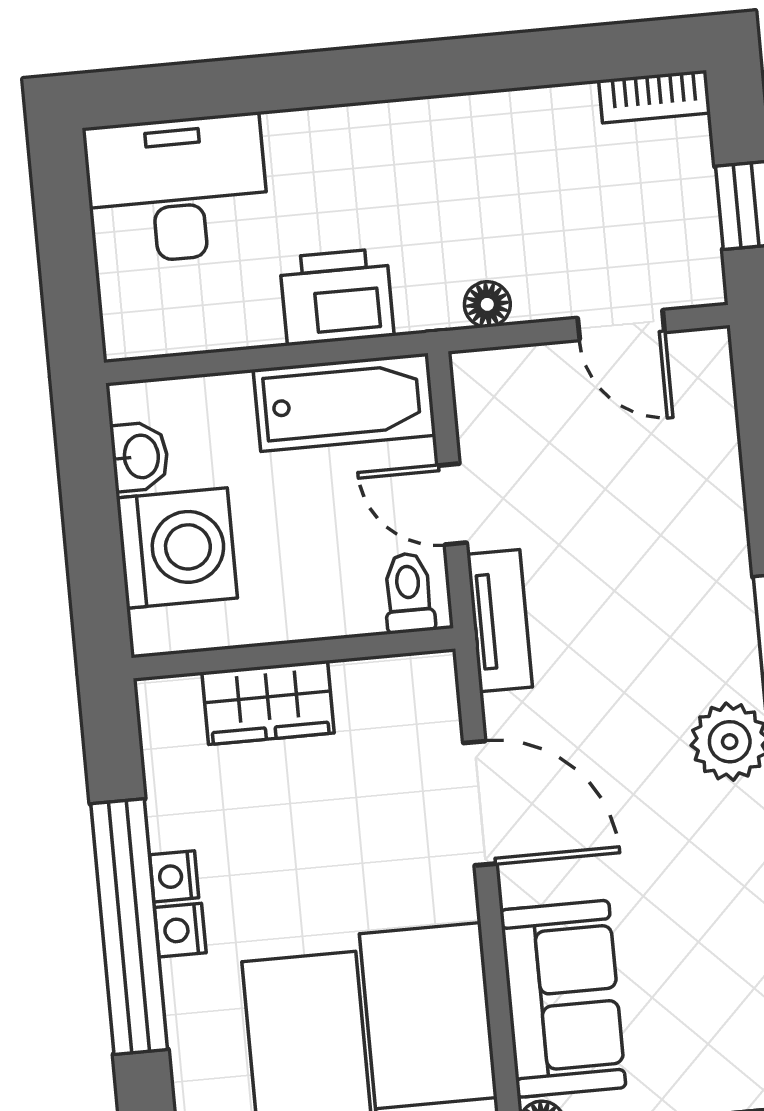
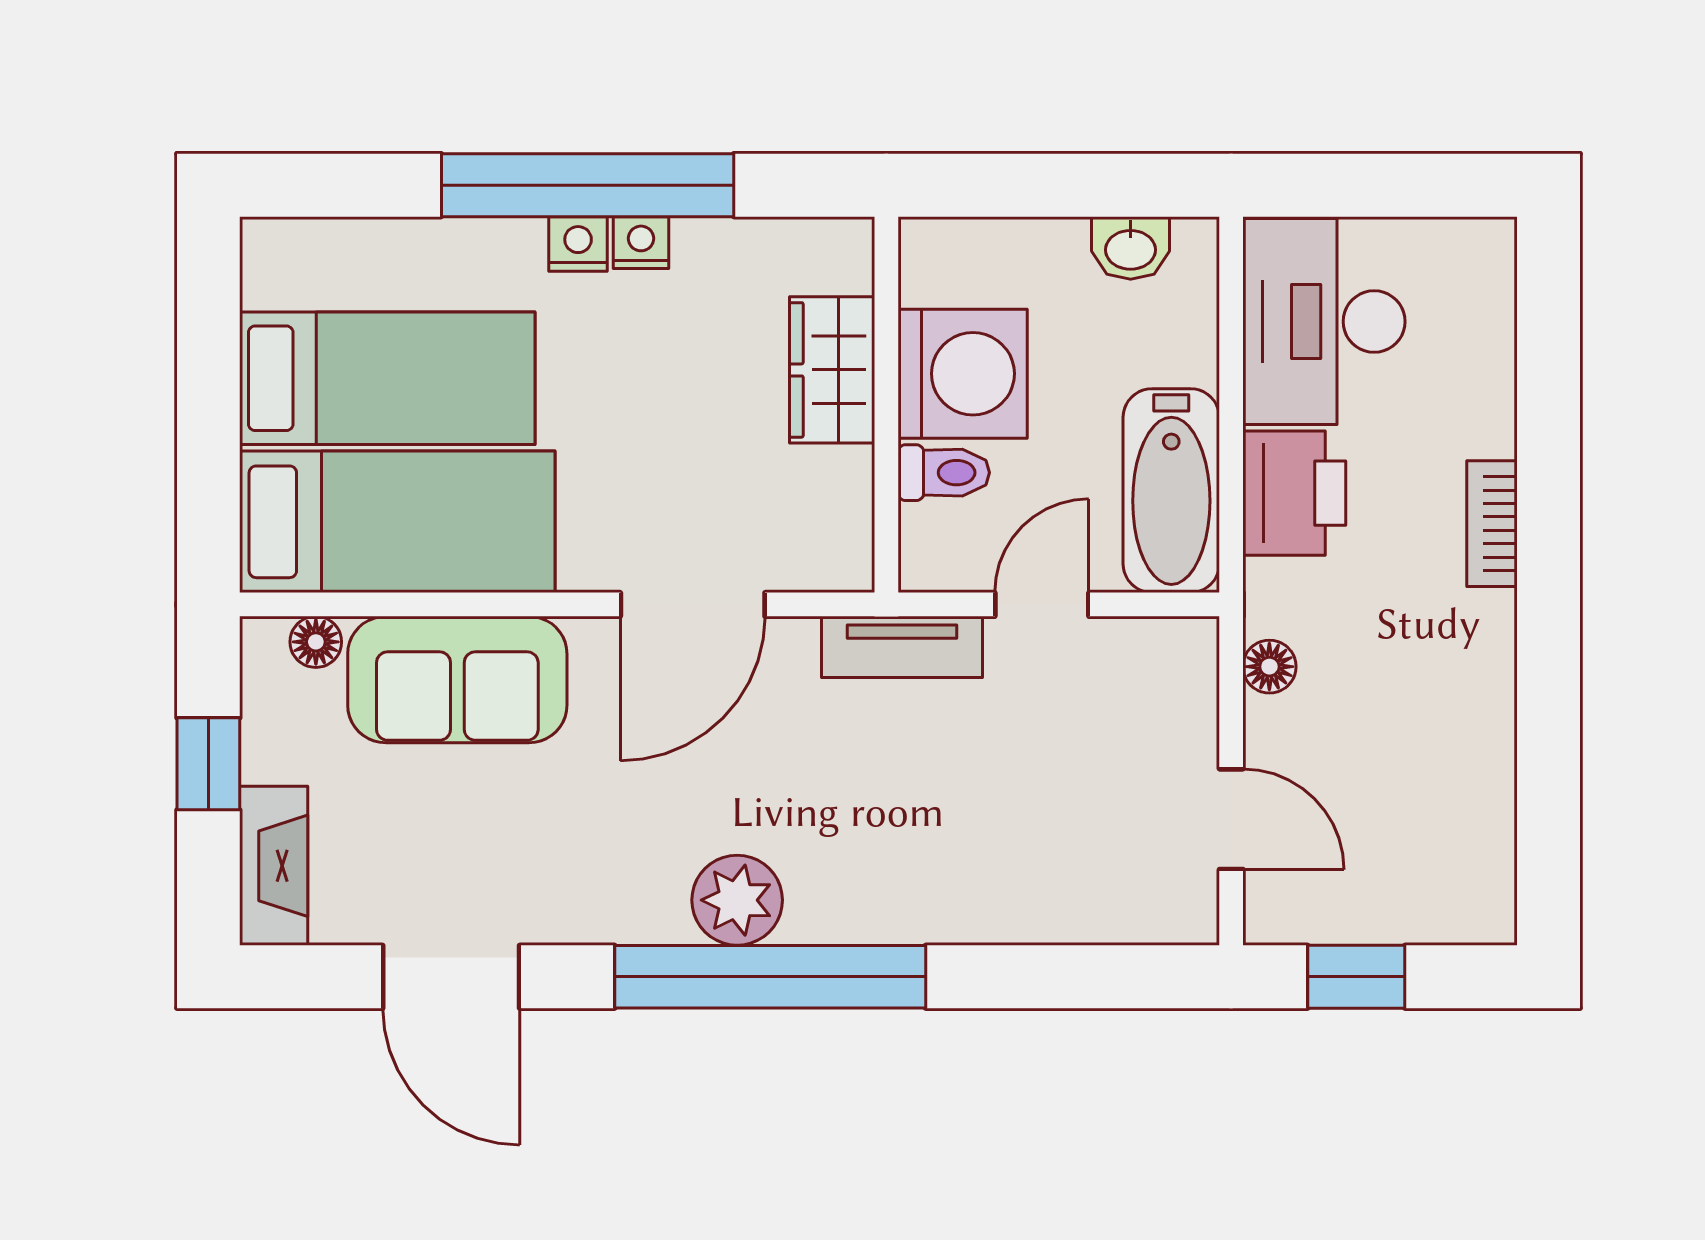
bookcase: (654, 97) -> (1492, 524), moved
desk: (177, 189) -> (1324, 322), moved, turned 180
door: (621, 325) -> (1231, 819), swing flipped
washing machine: (177, 548) -> (963, 374), moved, turned -90
toilet: (409, 593) -> (944, 473), moved

